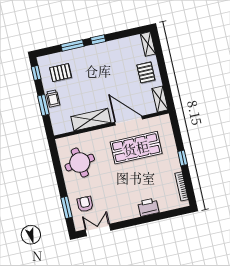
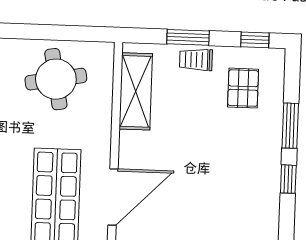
shelving: (91, 120) -> (136, 91), moved

